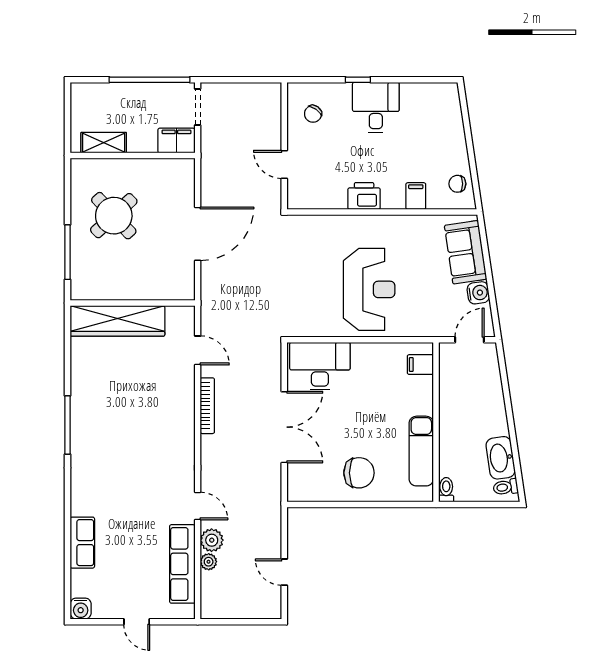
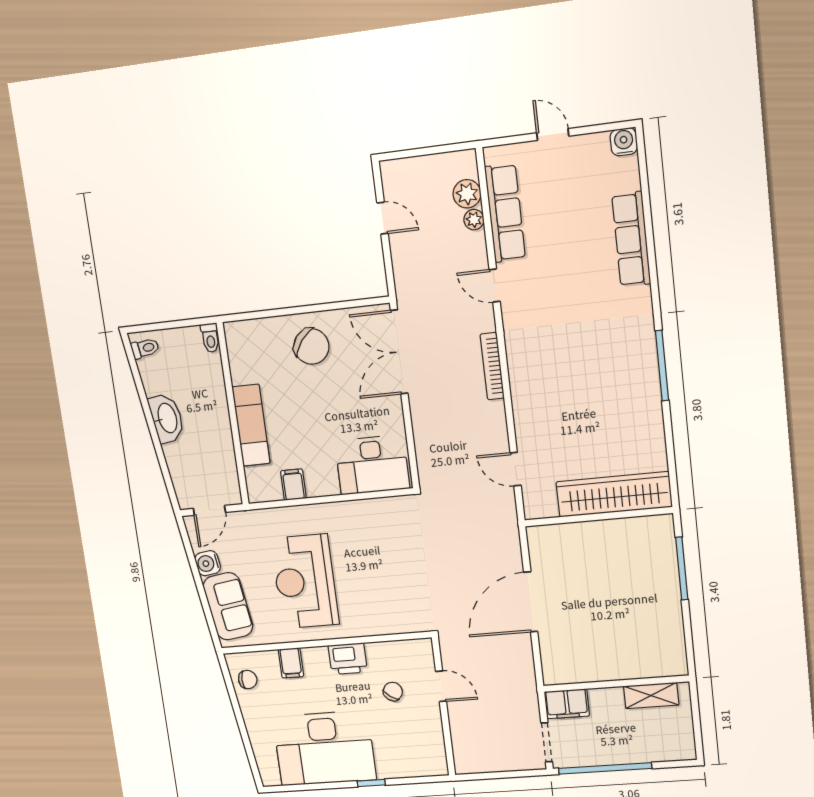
desk: (376, 107) -> (324, 748), width x1.87, depth x1.30
chair: (313, 114) -> (393, 691), moved
round table: (114, 216) -> (631, 615), removed
reception desk: (369, 289) -> (305, 581), moved
filing cabinet: (420, 365) -> (293, 485), moved, turned -90
bookcase: (207, 406) -> (492, 366), moved
double door: (284, 427) -> (399, 352), moved
exam couch: (421, 451) -> (251, 425), moved
washbasin: (501, 458) -> (167, 418), moved
chair: (359, 473) -> (311, 346), turned -142
plant: (212, 540) -> (467, 194), moved
row of seats: (82, 543) -> (631, 239), width x1.48

